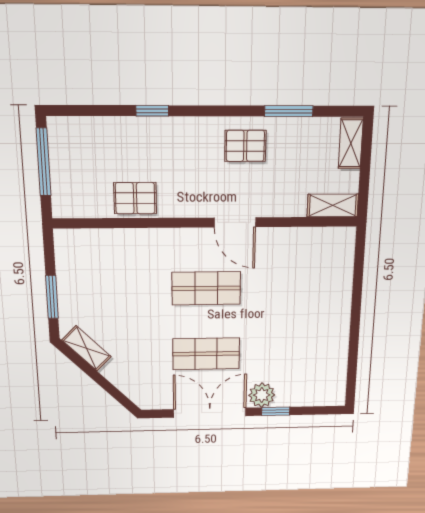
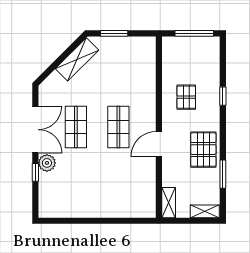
pallet: (245, 146) -> (203, 150), width x1.50, depth x1.42
pallet: (135, 198) -> (186, 97), moved
shelving: (87, 348) -> (77, 59), width x1.50, depth x1.33

